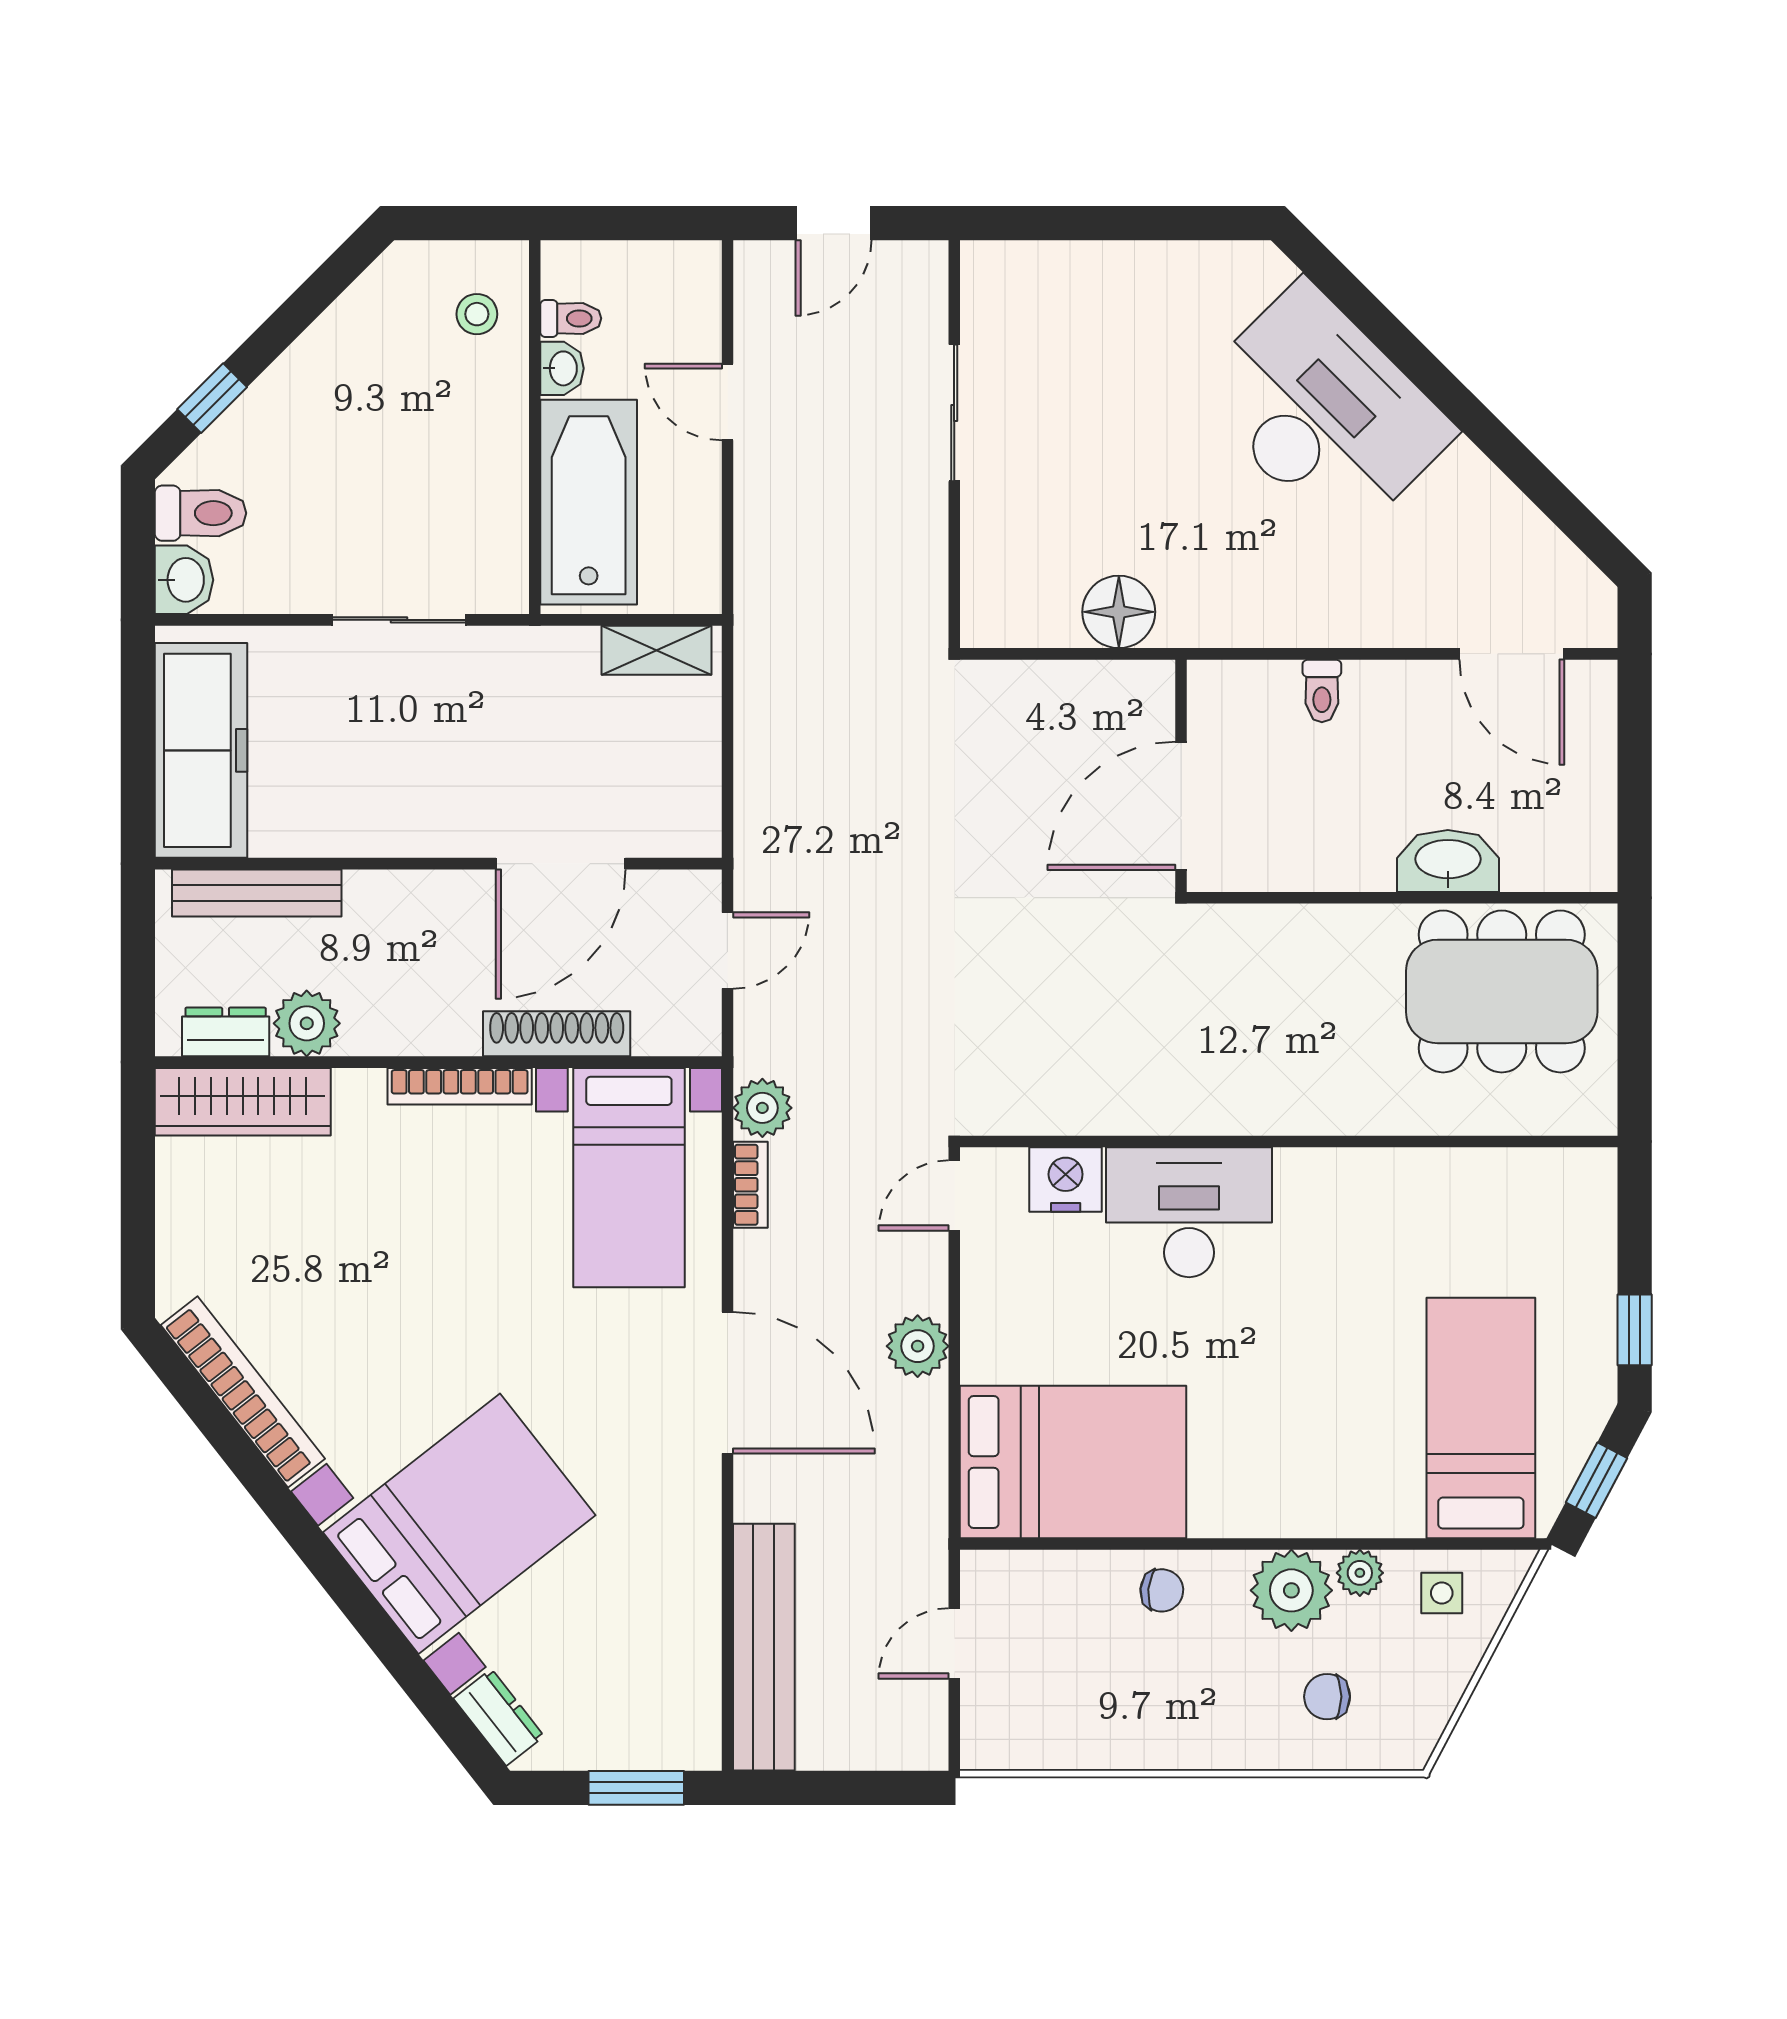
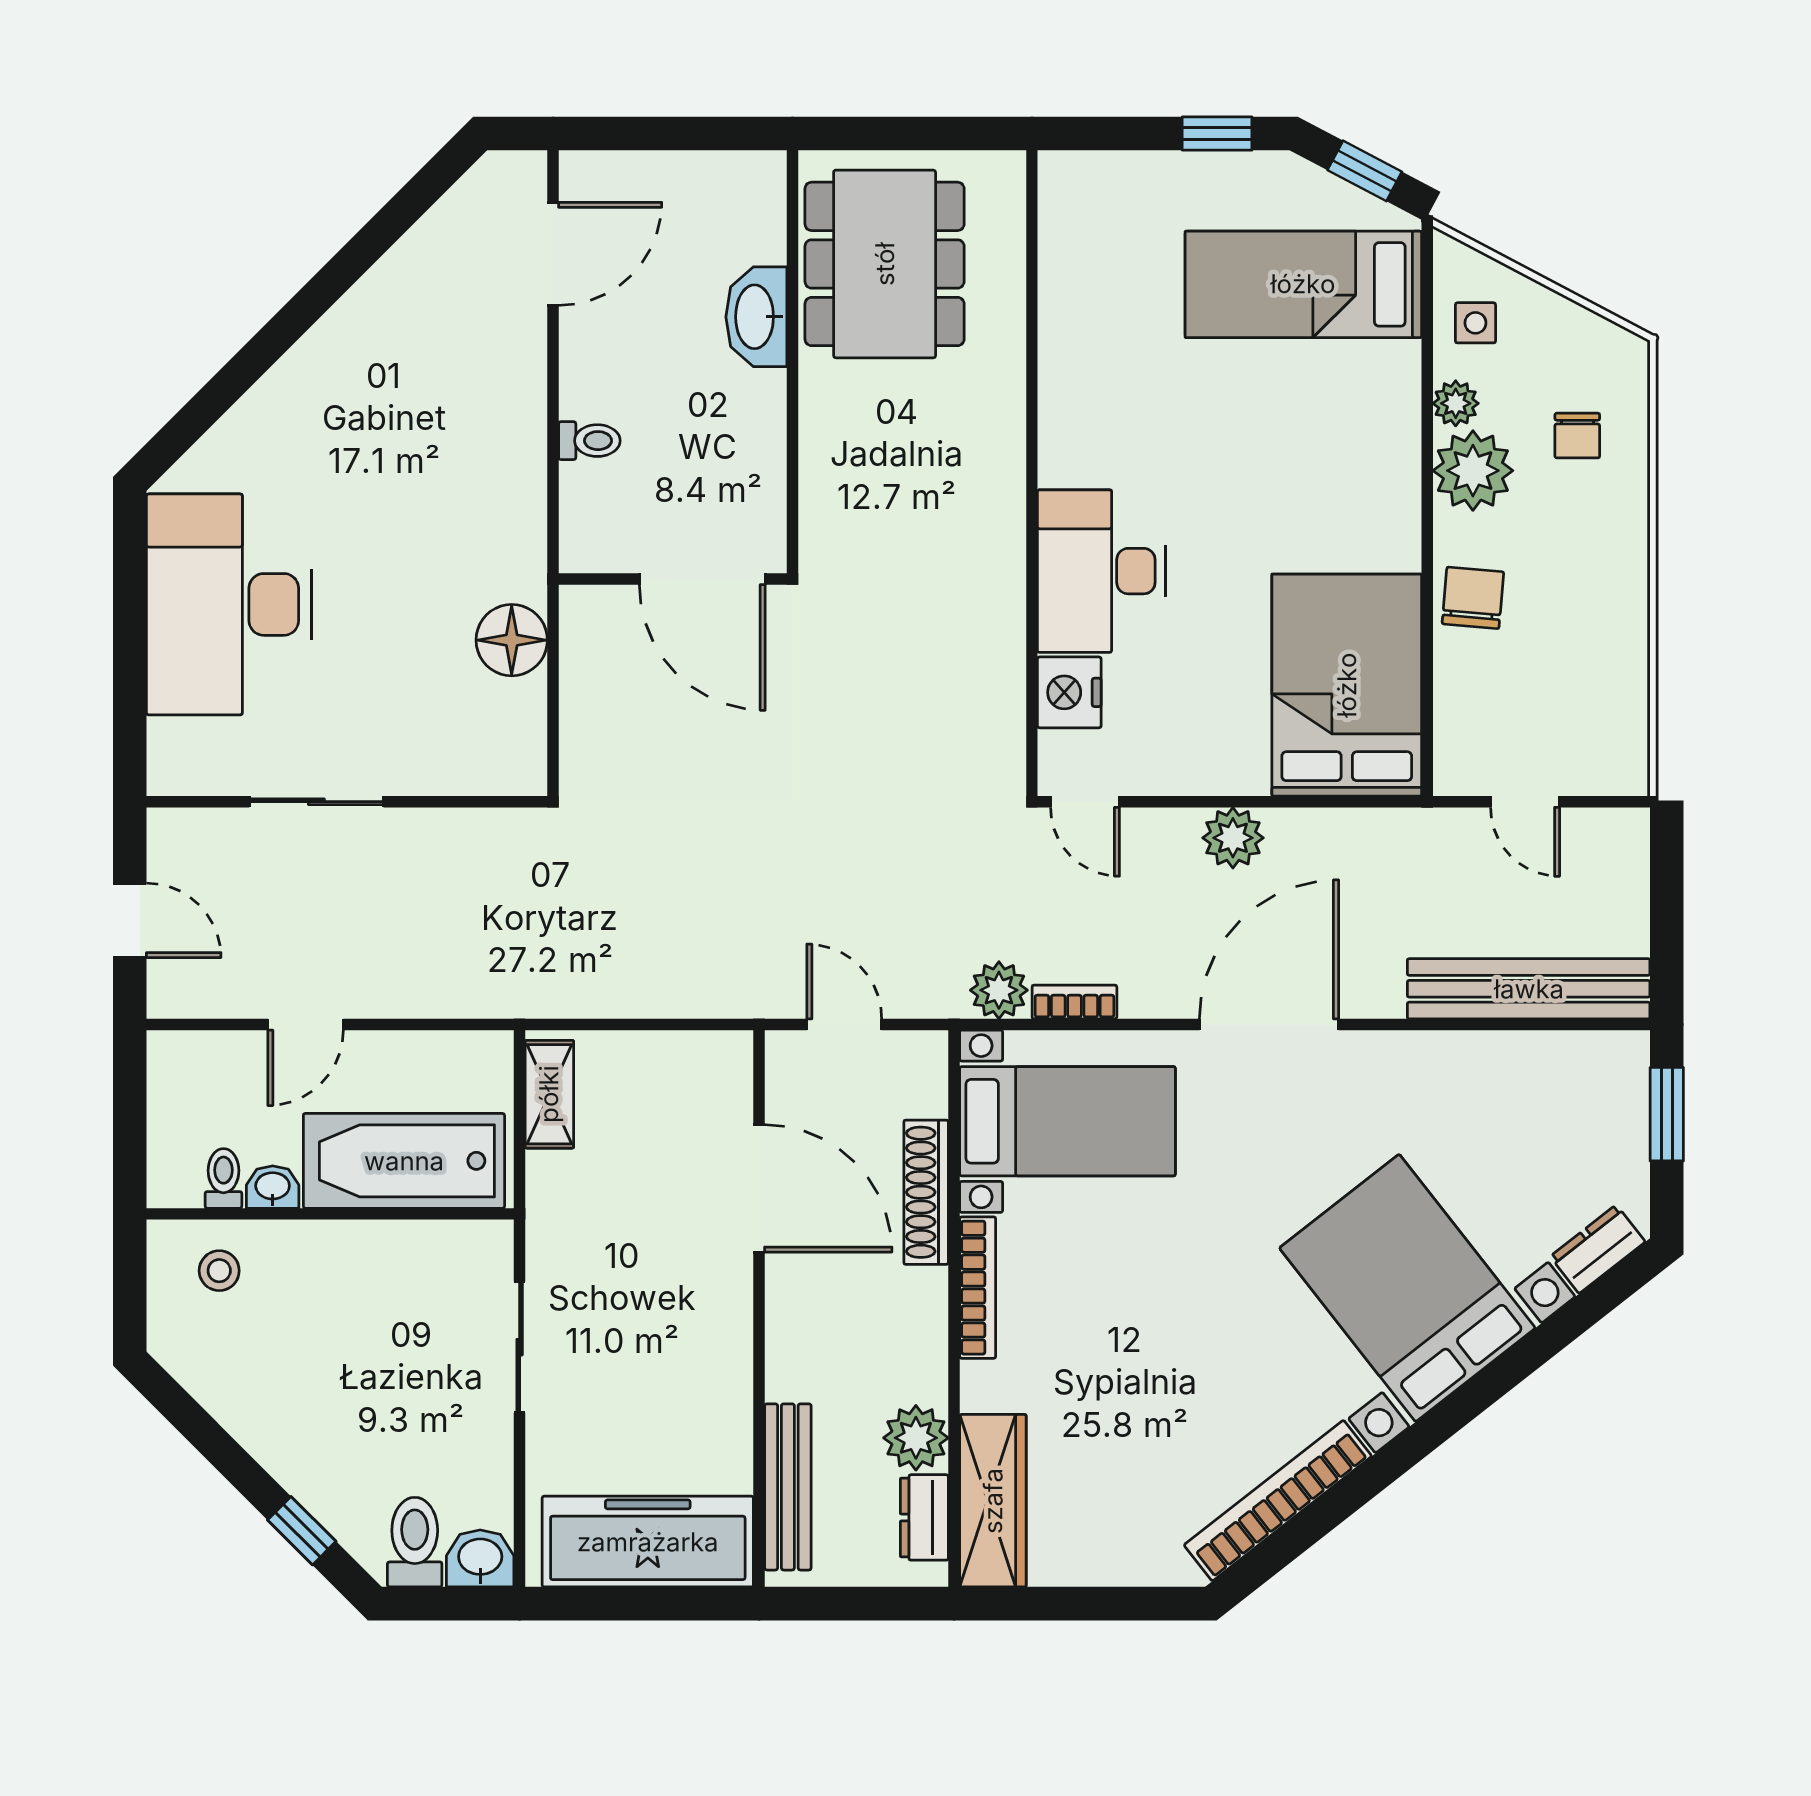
desk: (1323, 411) -> (229, 604), moved, turned -45
chair: (1162, 1590) -> (1473, 598), width x1.37, depth x1.37

